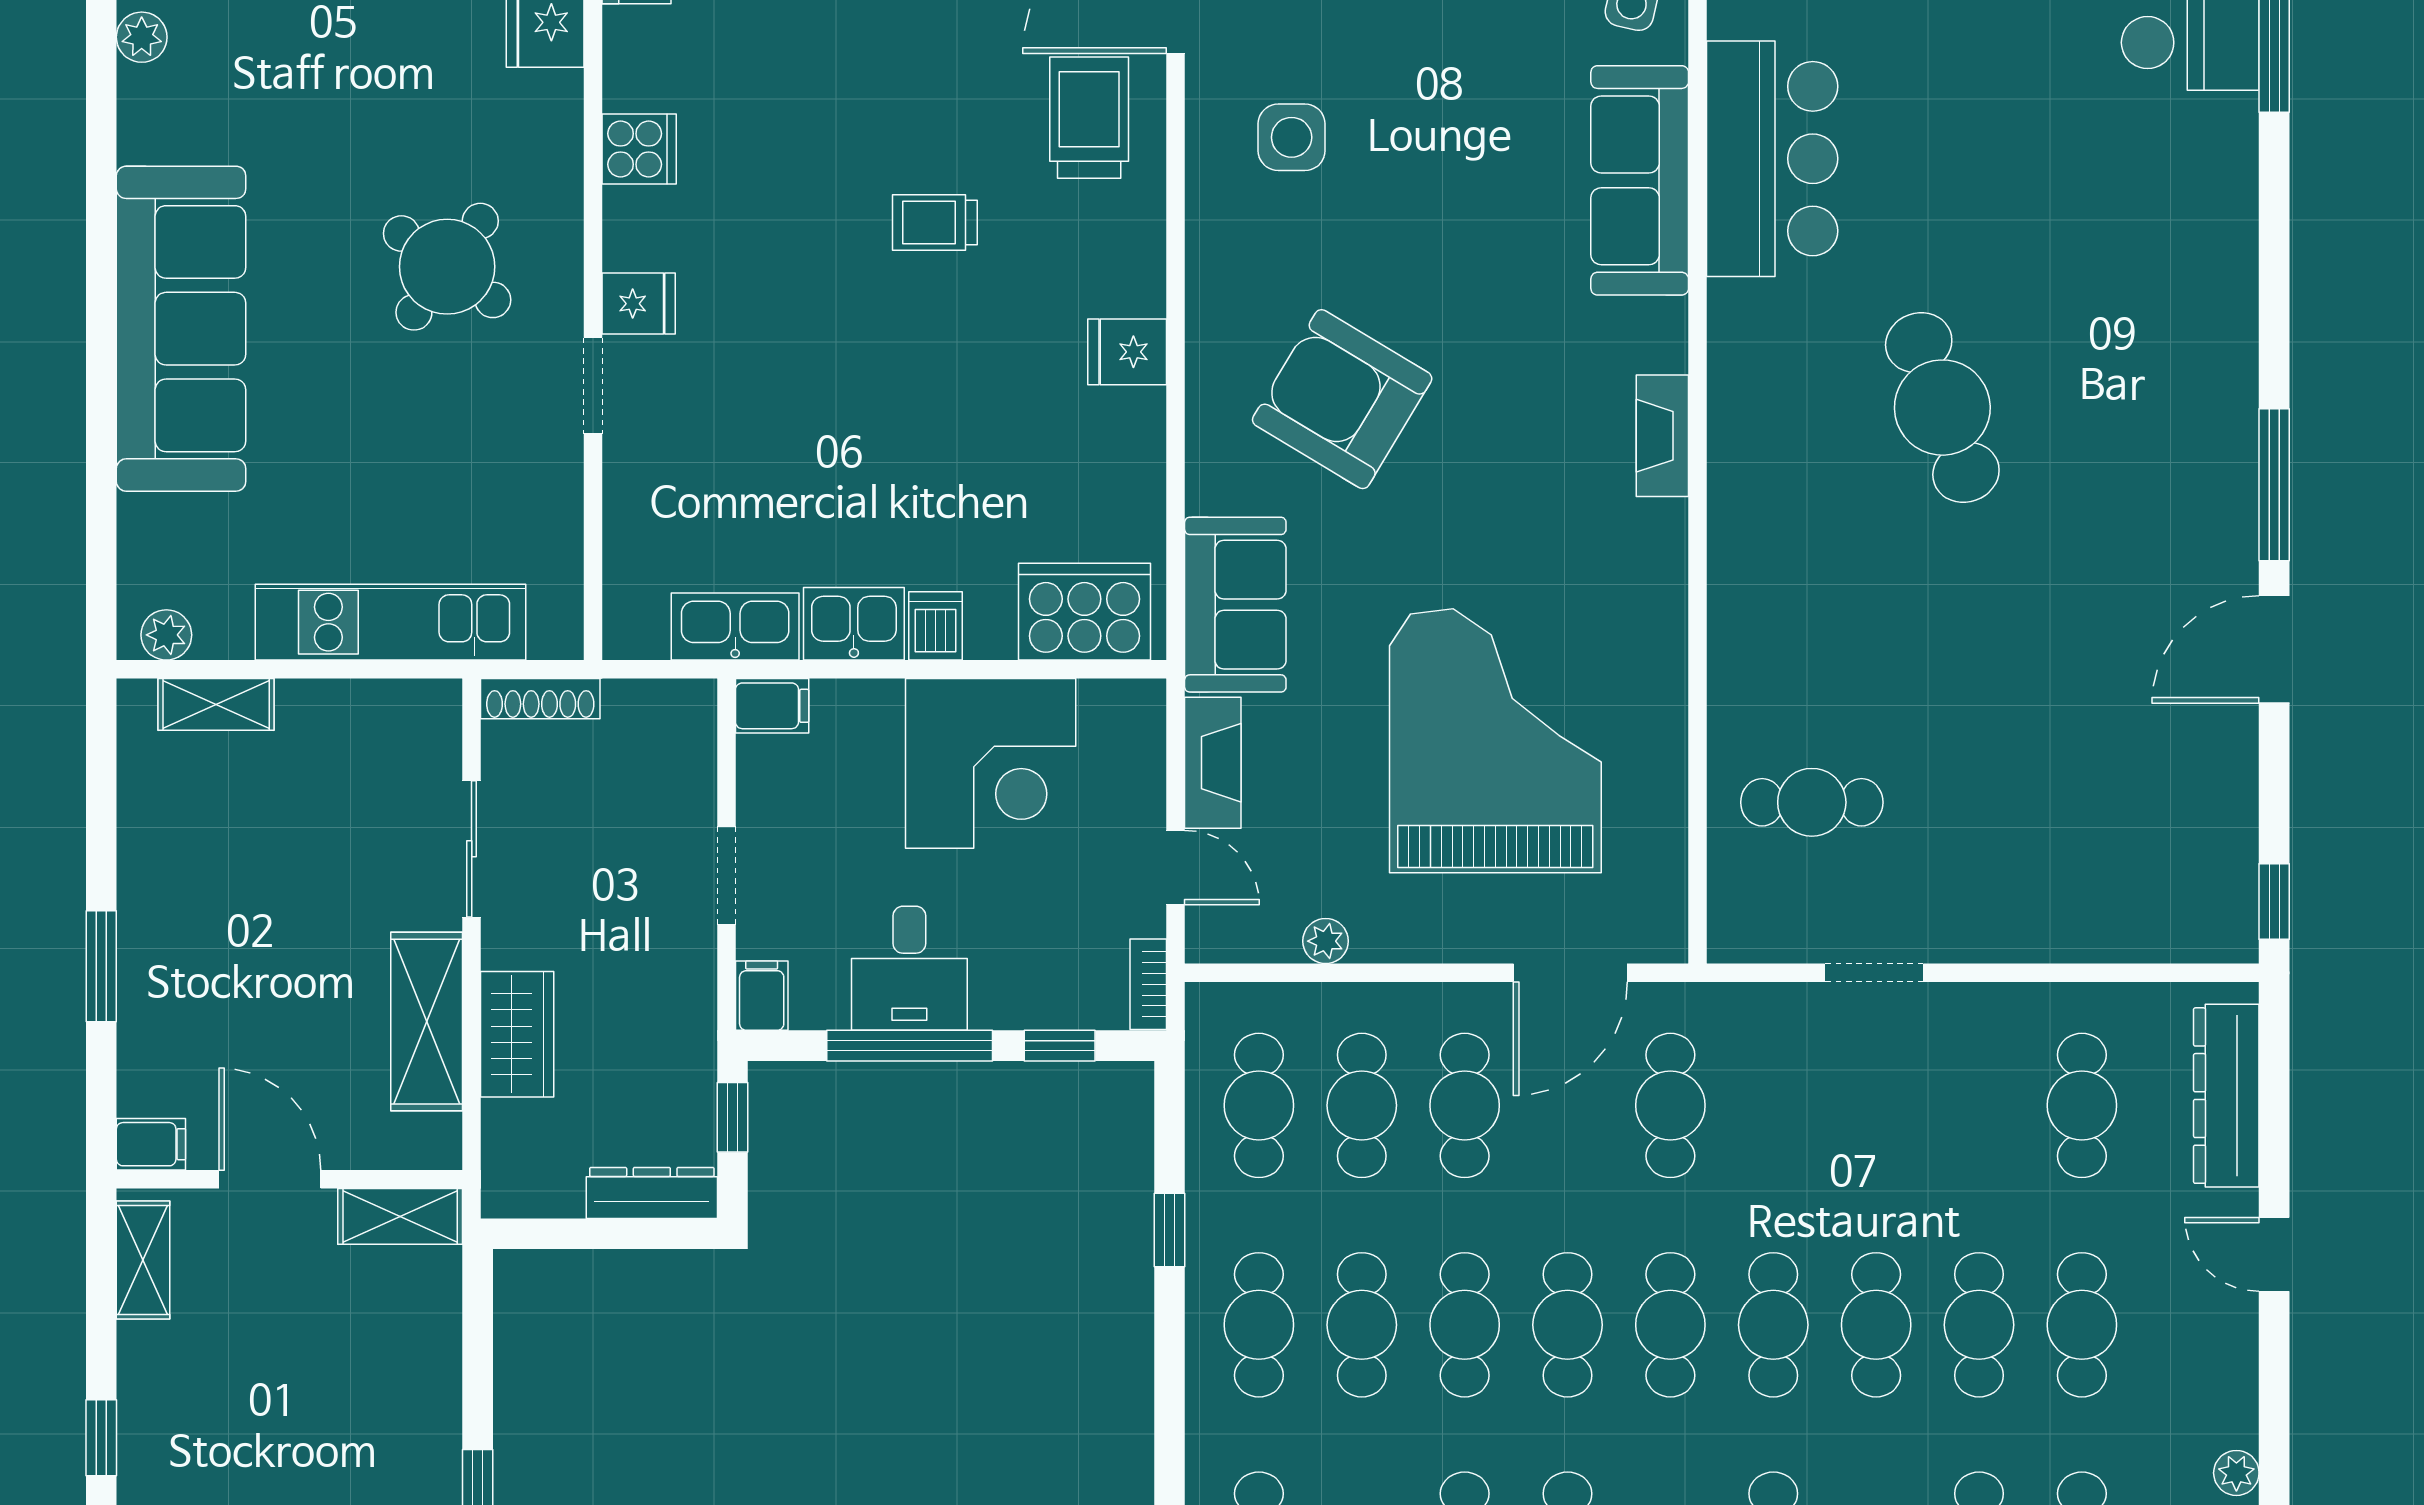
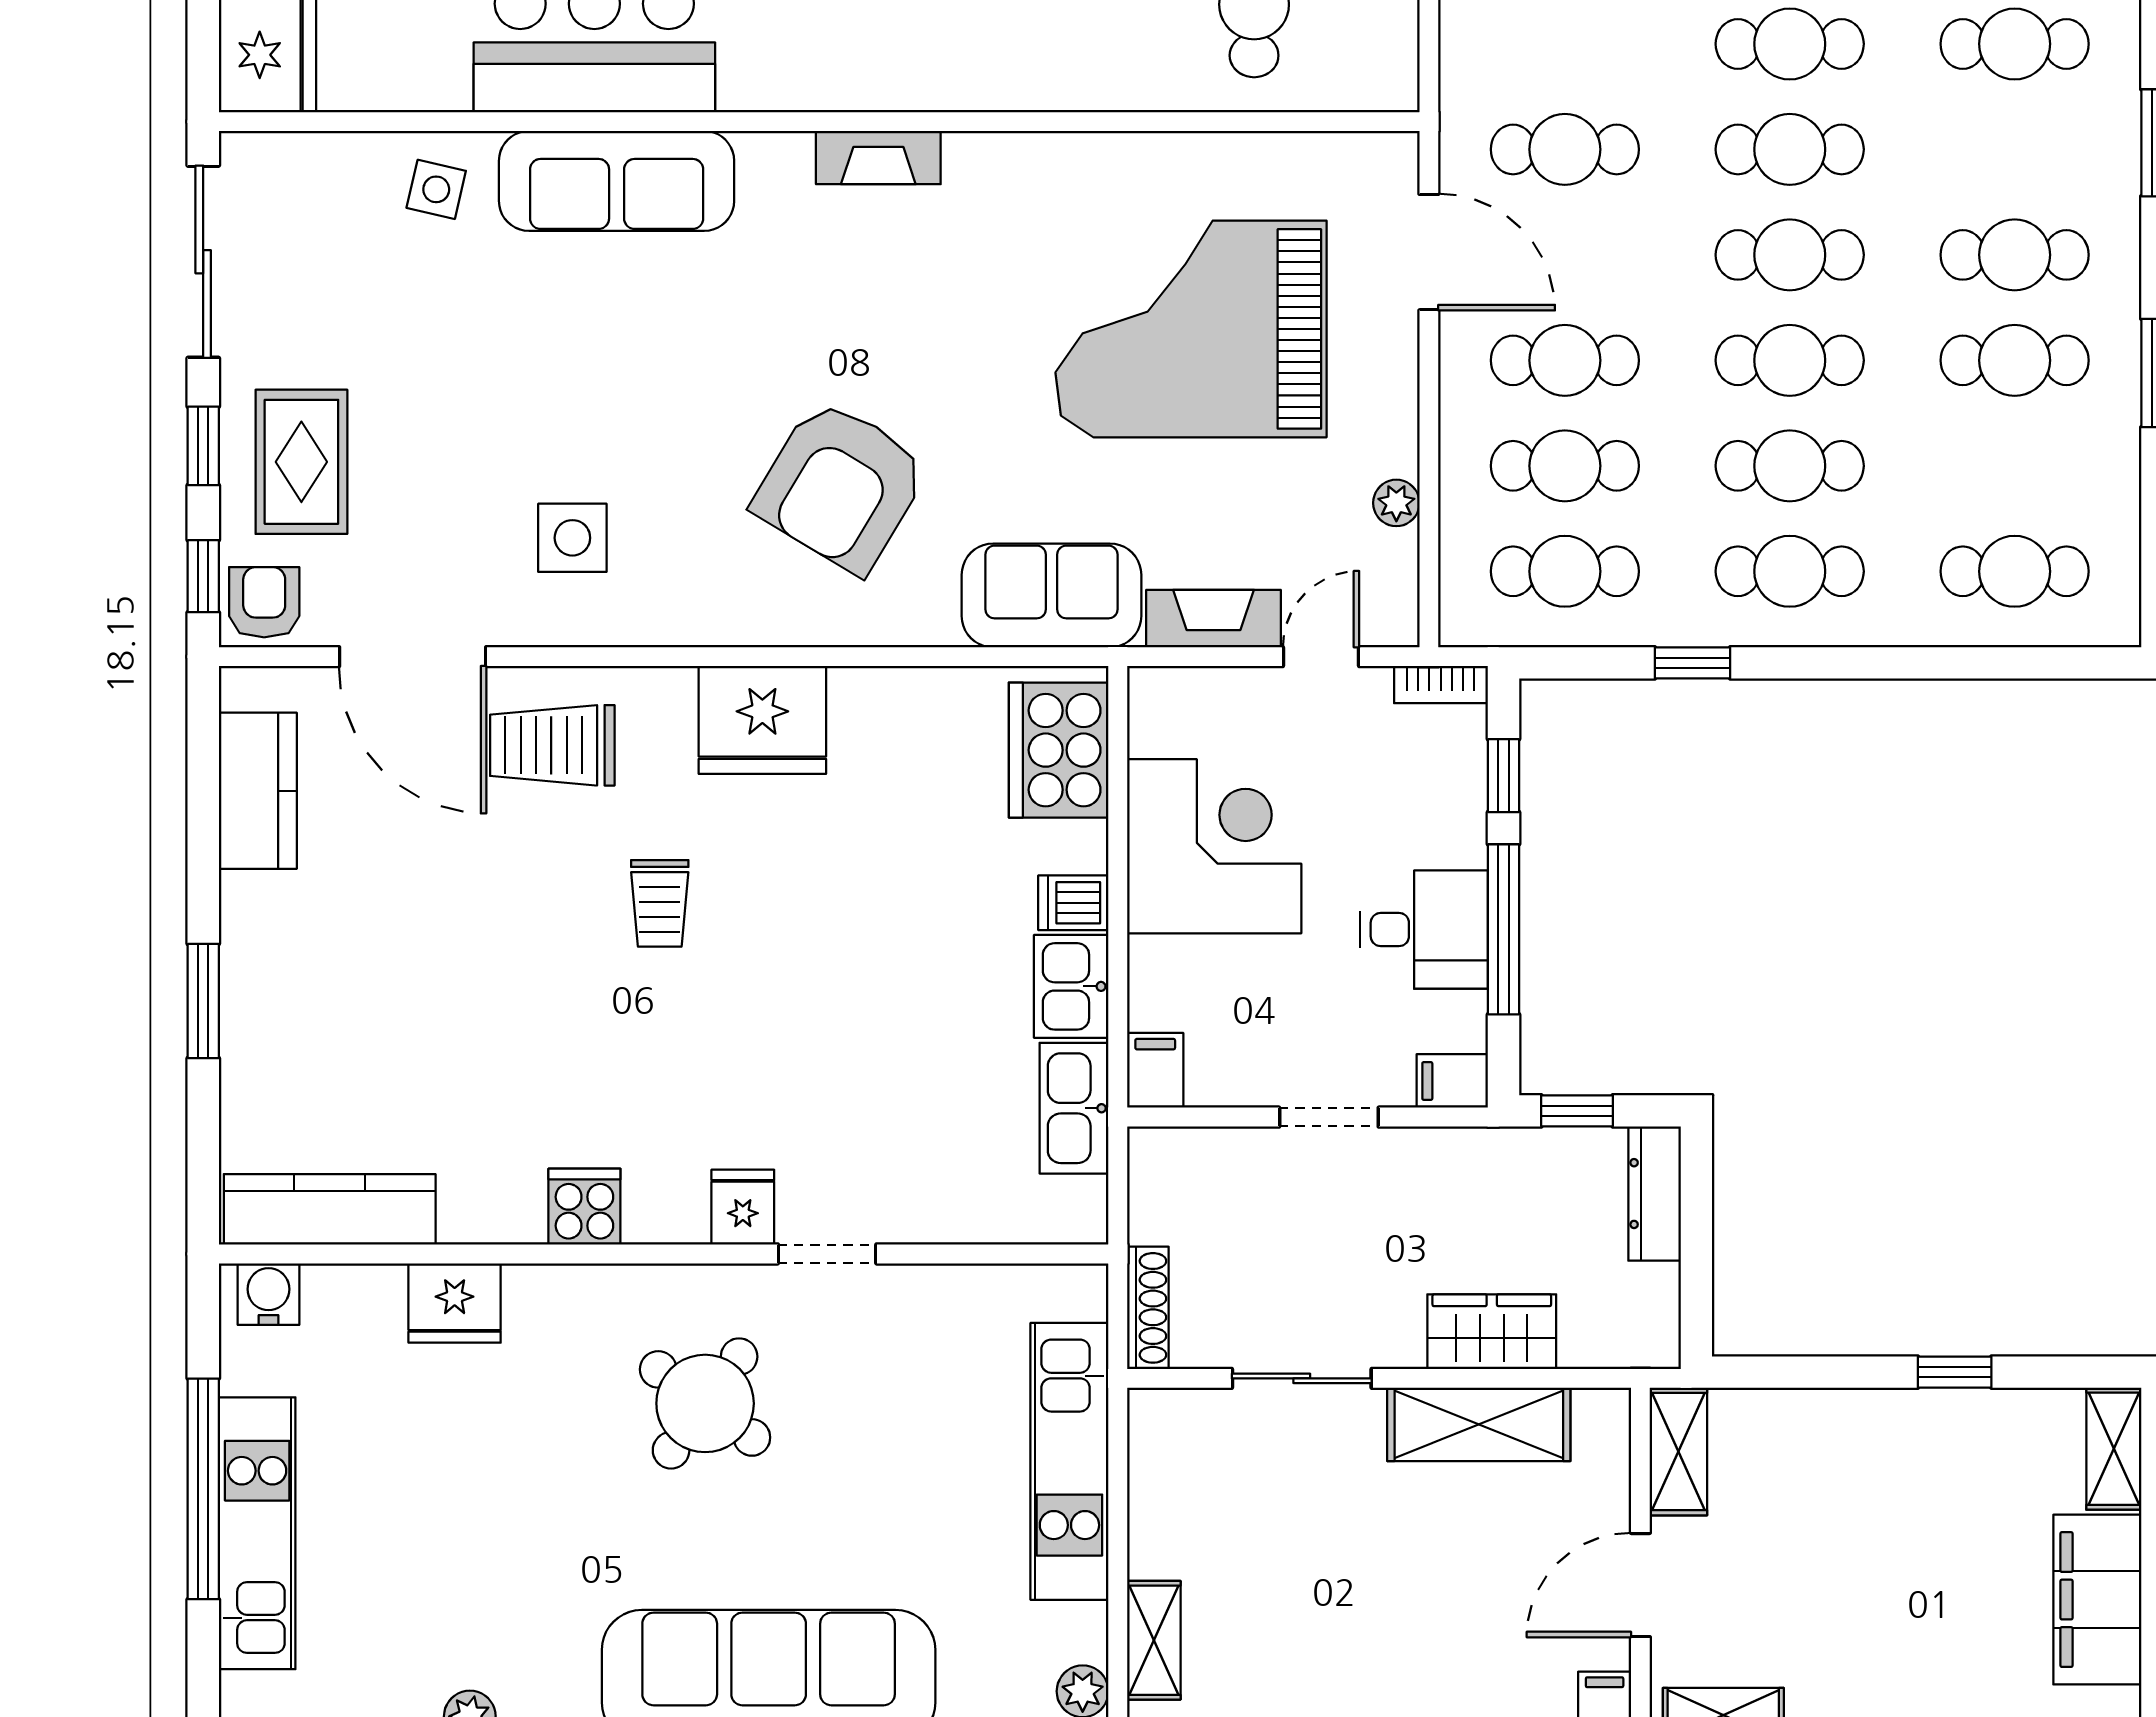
fridge: (1127, 352) -> (762, 720), width x1.88, depth x1.34

